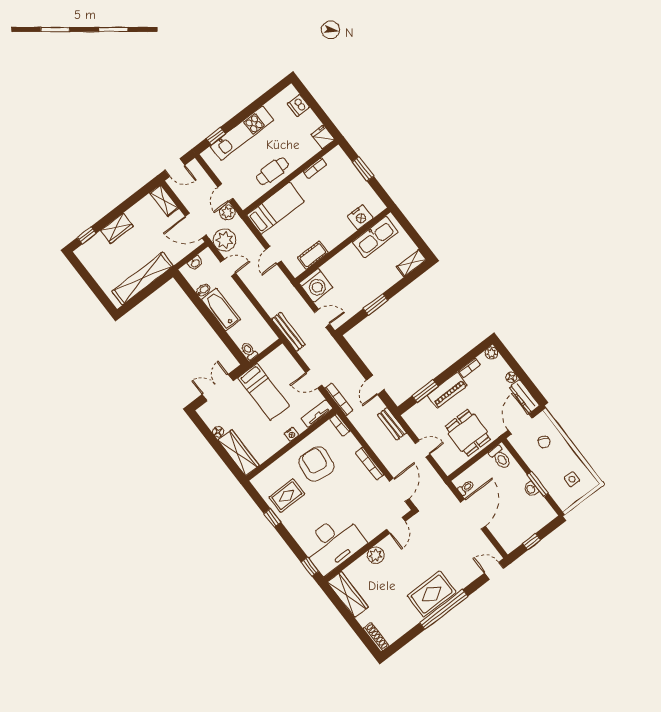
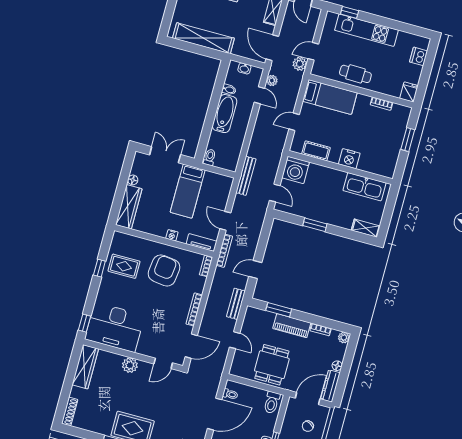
nightstand: (360, 217) -> (349, 159), moved
plant: (225, 240) -> (272, 81), width x0.53, depth x0.53

